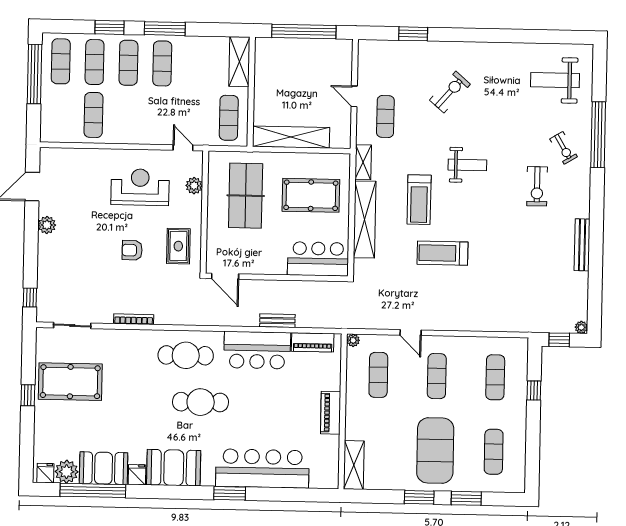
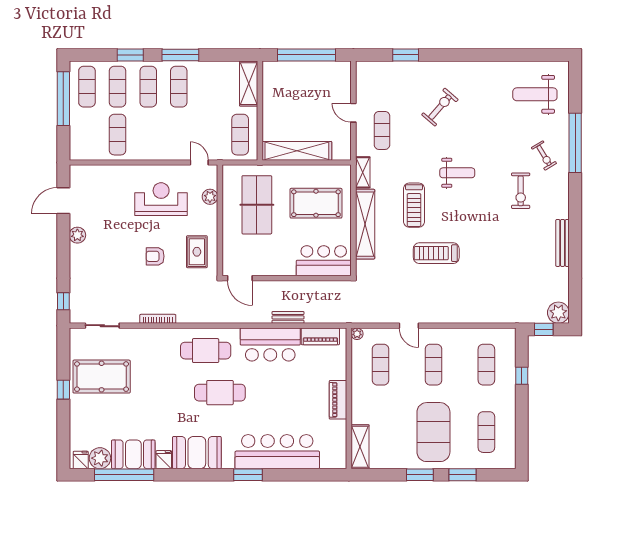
plant: (581, 327) -> (558, 313), width x1.88, depth x1.88

